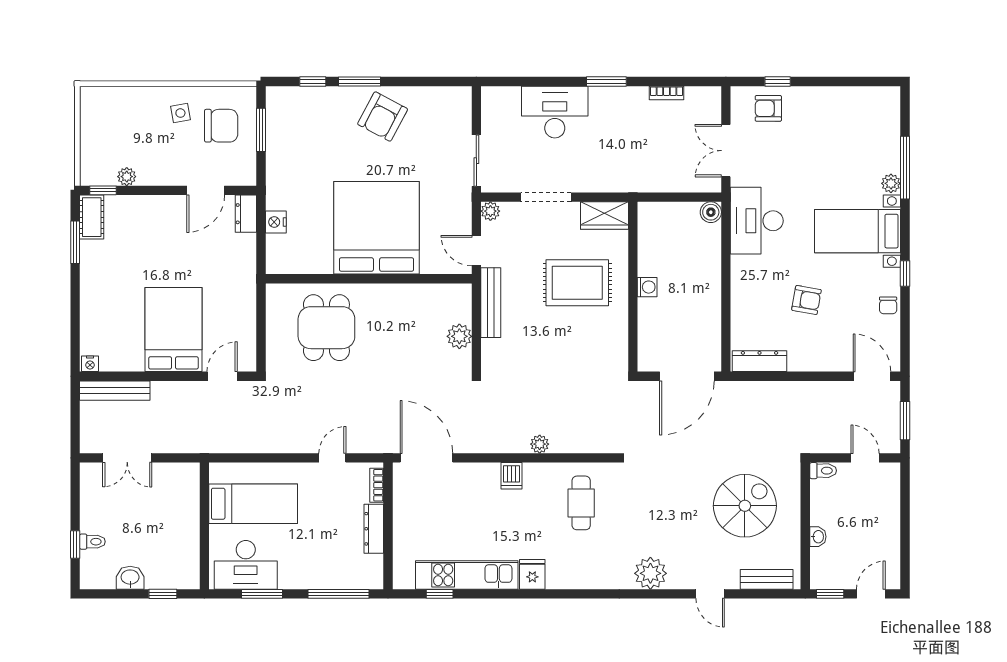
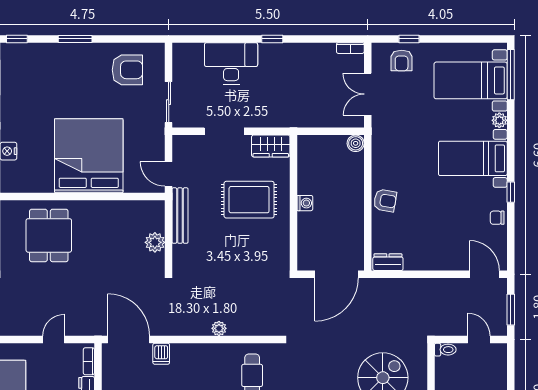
window: (313, 81) -> (17, 39), moved
window: (606, 81) -> (272, 39), width x0.67
bookcase: (667, 93) -> (350, 48), moved
armchair: (768, 108) -> (402, 60), turned -90
armchair: (383, 117) -> (127, 70), moved, turned -118
bed with nightstands: (855, 133) -> (471, 80), added
window: (905, 168) -> (511, 75), moved
plant: (490, 211) -> (180, 142), removed
desk: (757, 221) -> (392, 150), removed
armchair: (806, 300) -> (385, 201), moved
chair: (888, 305) -> (497, 218), turned 90
dresser: (760, 361) -> (388, 262), width x0.70
dishwasher: (511, 476) -> (161, 354), moved

